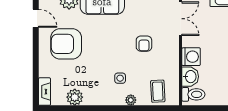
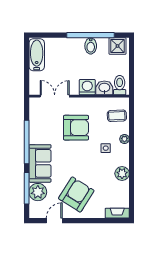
armchair: (66, 44) -> (76, 195), turned -148
armchair: (144, 44) -> (76, 128), width x1.88, depth x1.88
plant: (75, 97) -> (122, 173), moved

